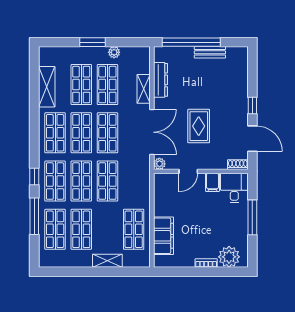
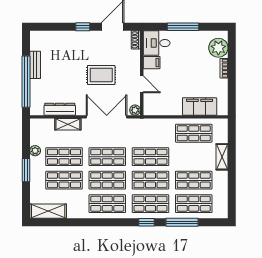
shelving: (47, 87) -> (48, 211), moved

